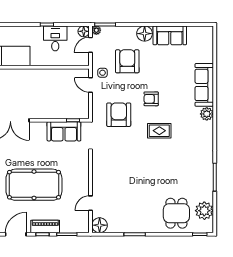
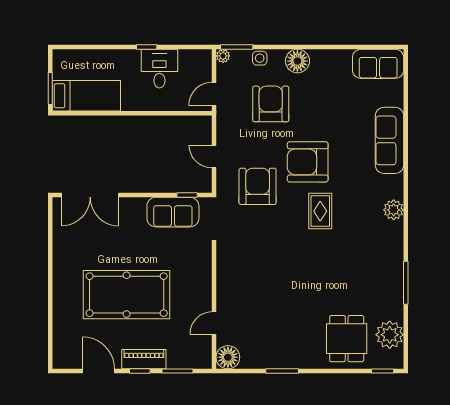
floor lamp: (84, 31) -> (203, 58), removed
sofa: (170, 35) -> (378, 64), moved
door: (91, 45) -> (214, 94), moved
side table: (103, 73) -> (260, 58), moved
door: (91, 85) -> (214, 157), moved
armchair: (151, 99) -> (308, 162), width x1.88, depth x1.88
plant: (207, 114) -> (394, 210), moved
rug: (159, 131) -> (320, 211), turned 90
door: (16, 234) -> (99, 371), hinge flipped

